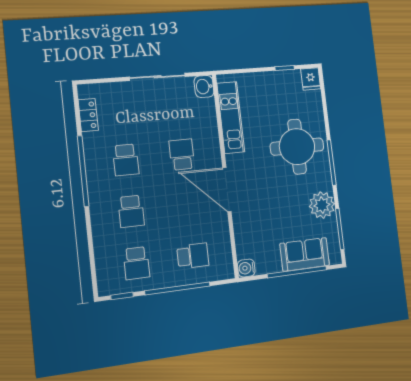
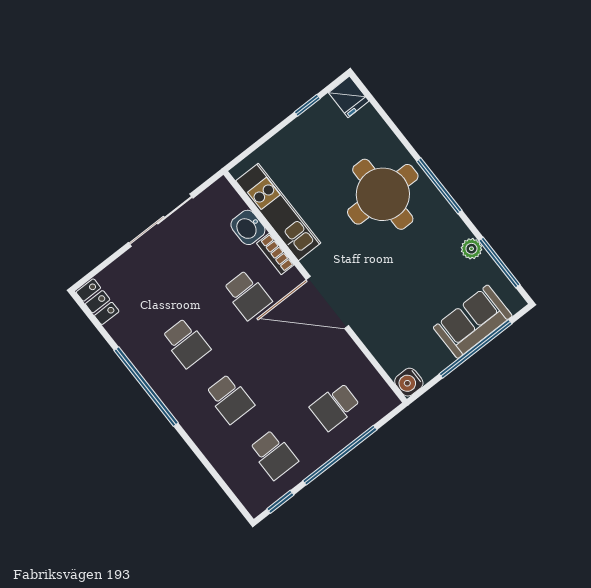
washbasin: (204, 87) -> (248, 227), moved
locker: (88, 115) -> (98, 302), moved
bookcase: (214, 141) -> (275, 254), added
school desk: (182, 155) -> (247, 295), turned 180
plant: (322, 205) -> (471, 249), width x0.53, depth x0.53
school desk: (193, 256) -> (335, 407), turned 180

